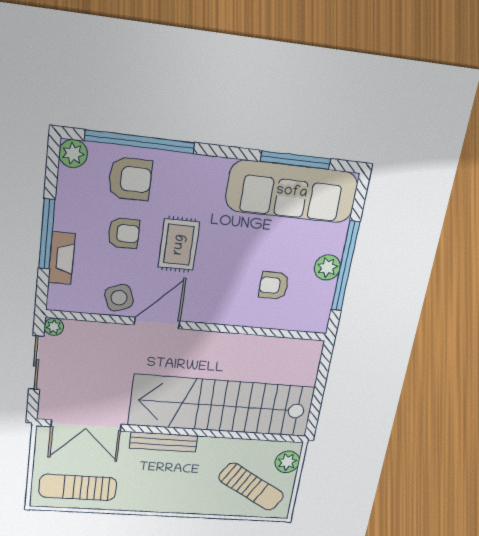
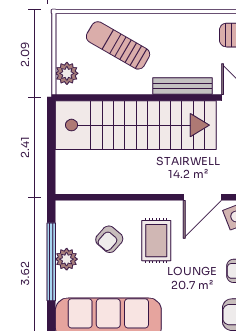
rug: (179, 245) -> (156, 241), moved
armchair: (274, 285) -> (109, 239), turned 131
sun lounger: (251, 487) -> (118, 45), moved

